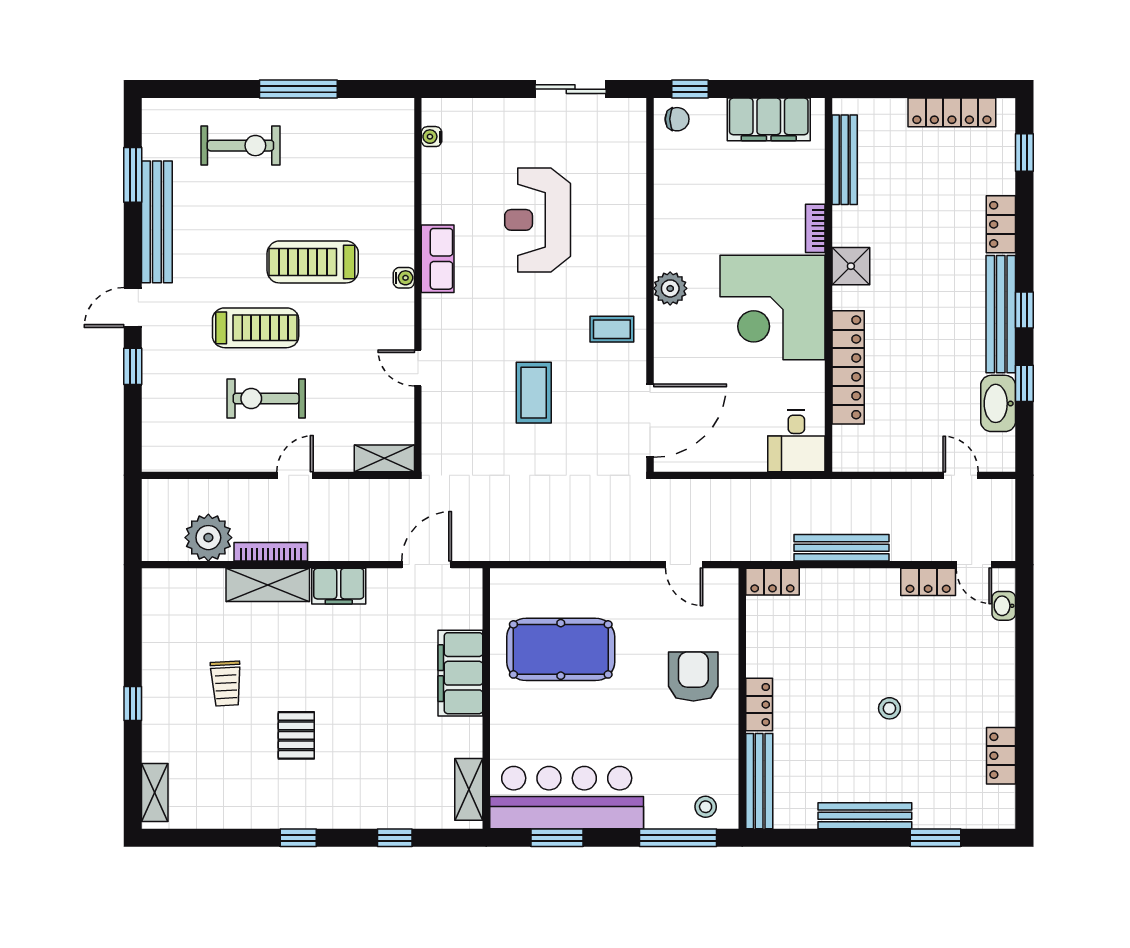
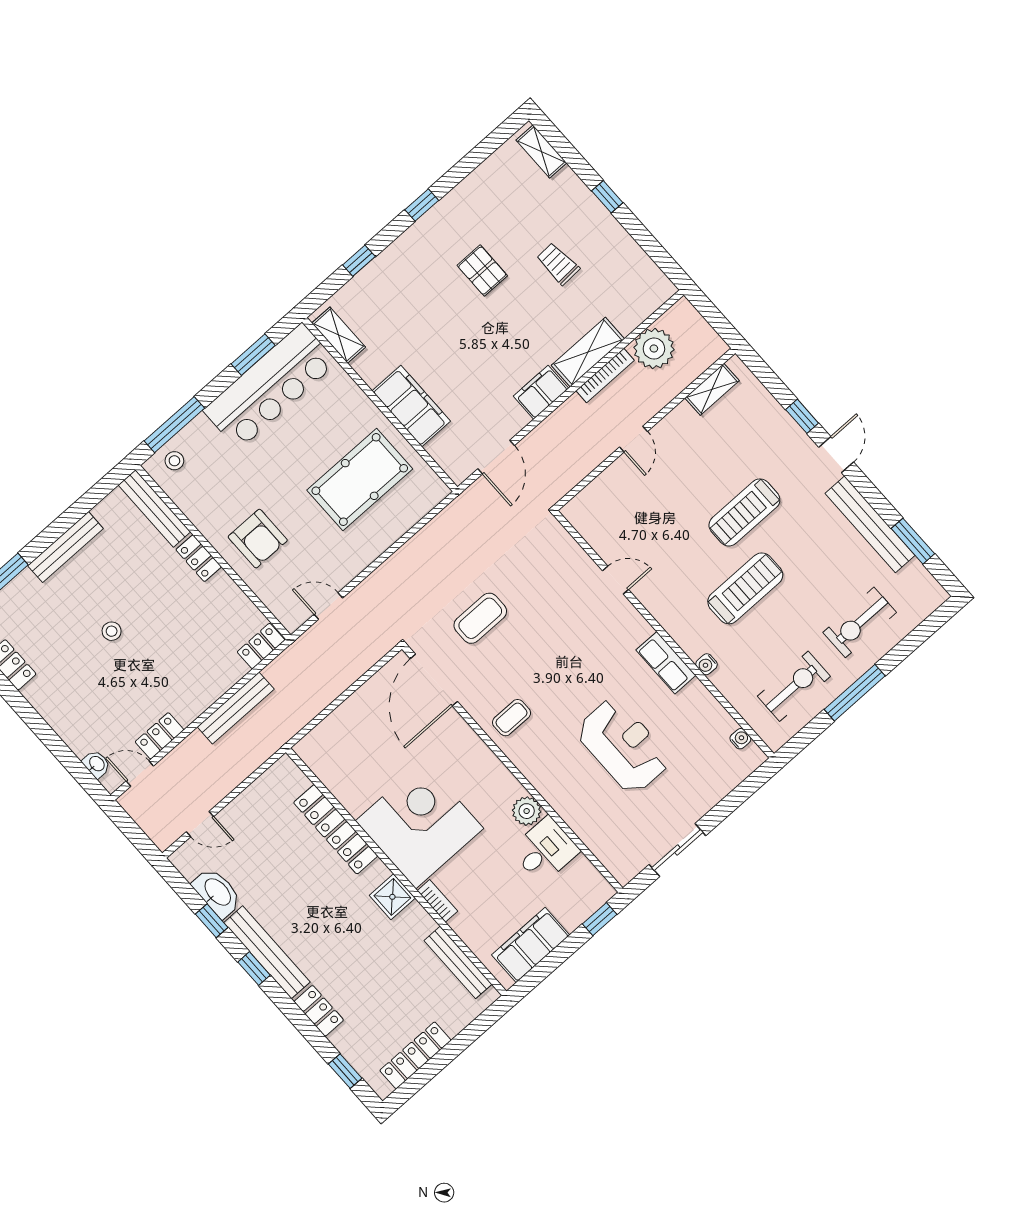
chair: (677, 119) -> (591, 892), removed
water cooler: (404, 278) -> (707, 664), moved
plant: (670, 288) -> (527, 811), moved
coffee table: (534, 393) -> (480, 618), moved, turned 90
exercise bike: (266, 399) -> (794, 686), moved
desk: (796, 441) -> (545, 850), moved, turned 90
shelving: (384, 458) -> (712, 389), moved

